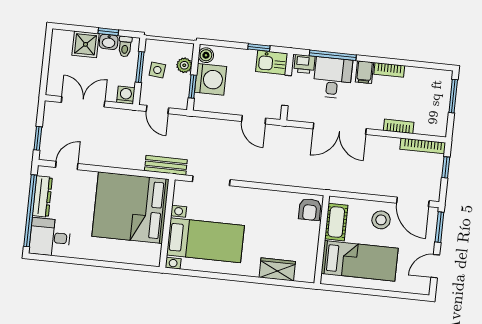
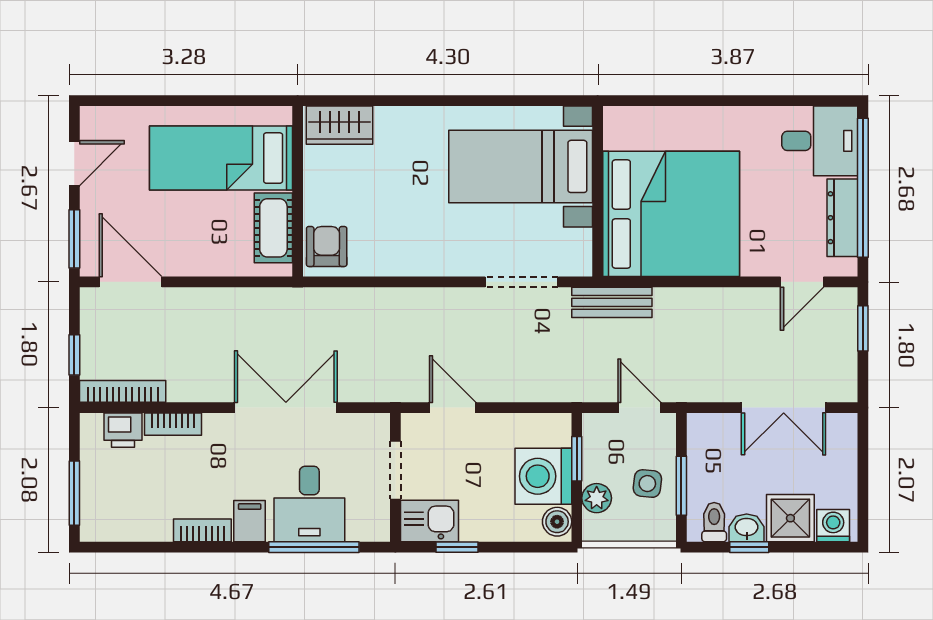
printer: (304, 64) -> (123, 430), moved, turned 180
washing machine: (126, 95) -> (833, 526), moved, turned 180
stool: (381, 220) -> (188, 241), removed
wardrobe: (277, 269) -> (339, 125), moved

